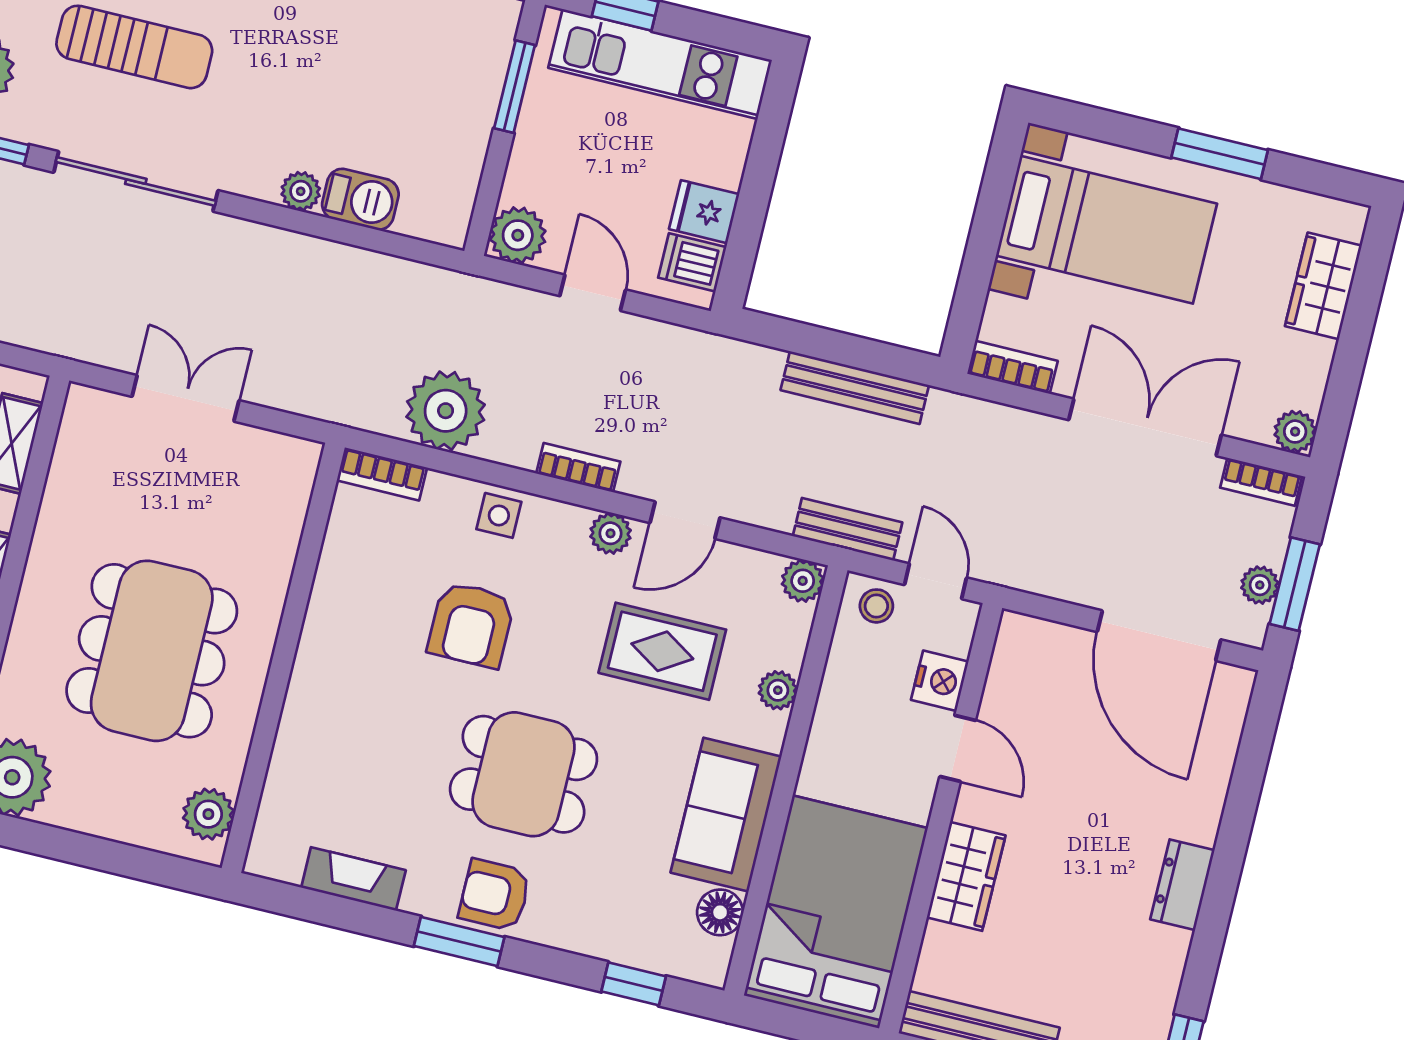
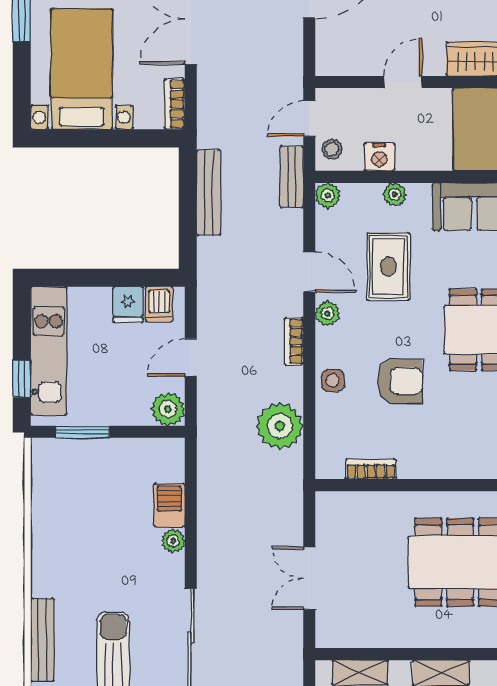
bookcase: (382, 474) -> (371, 469), moved, turned -90
nightstand: (940, 681) -> (379, 157), moved, turned 180

